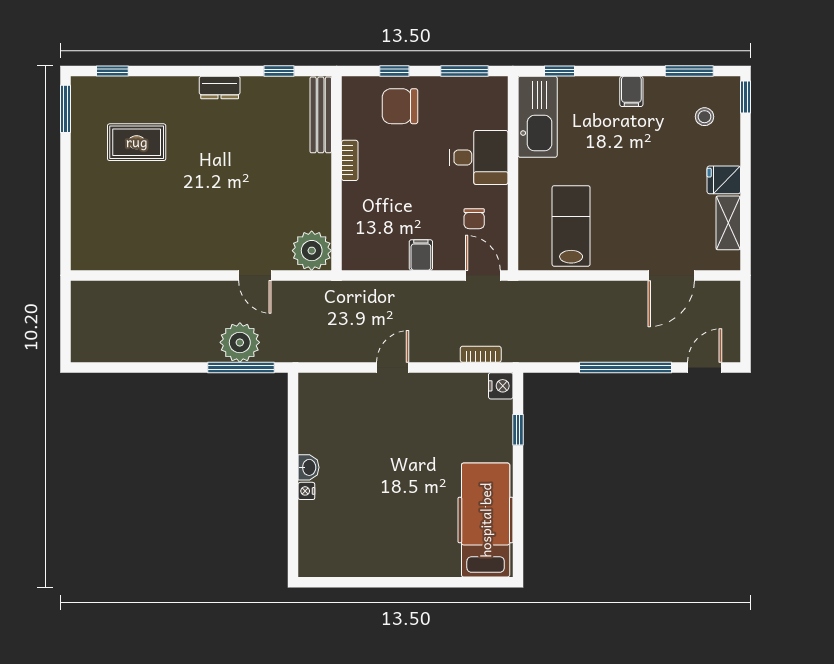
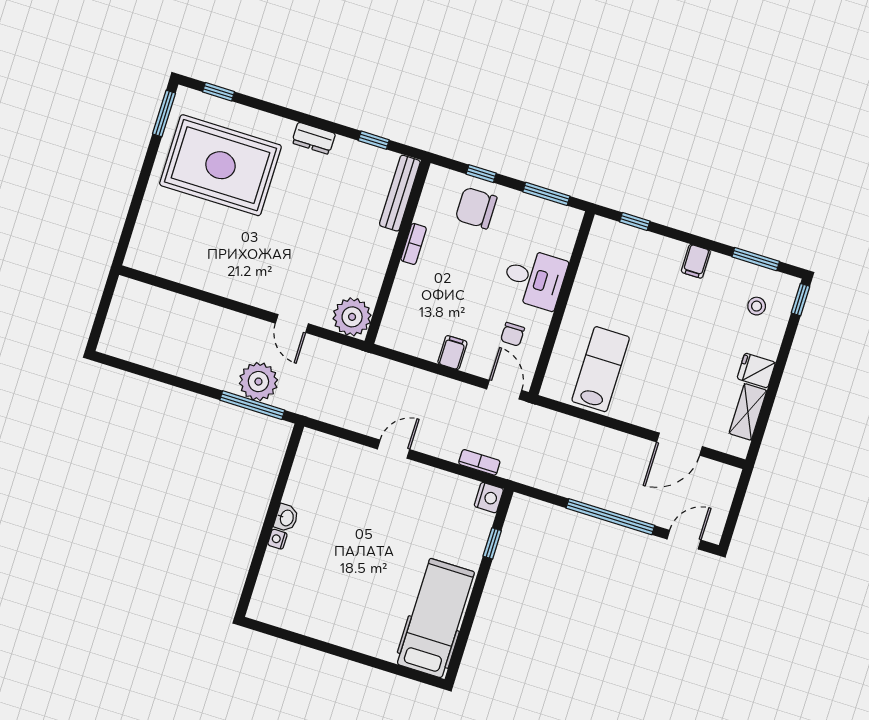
kitchen sink: (538, 117) -> (601, 258), removed
rug: (137, 142) -> (220, 165), width x1.86, depth x2.06

